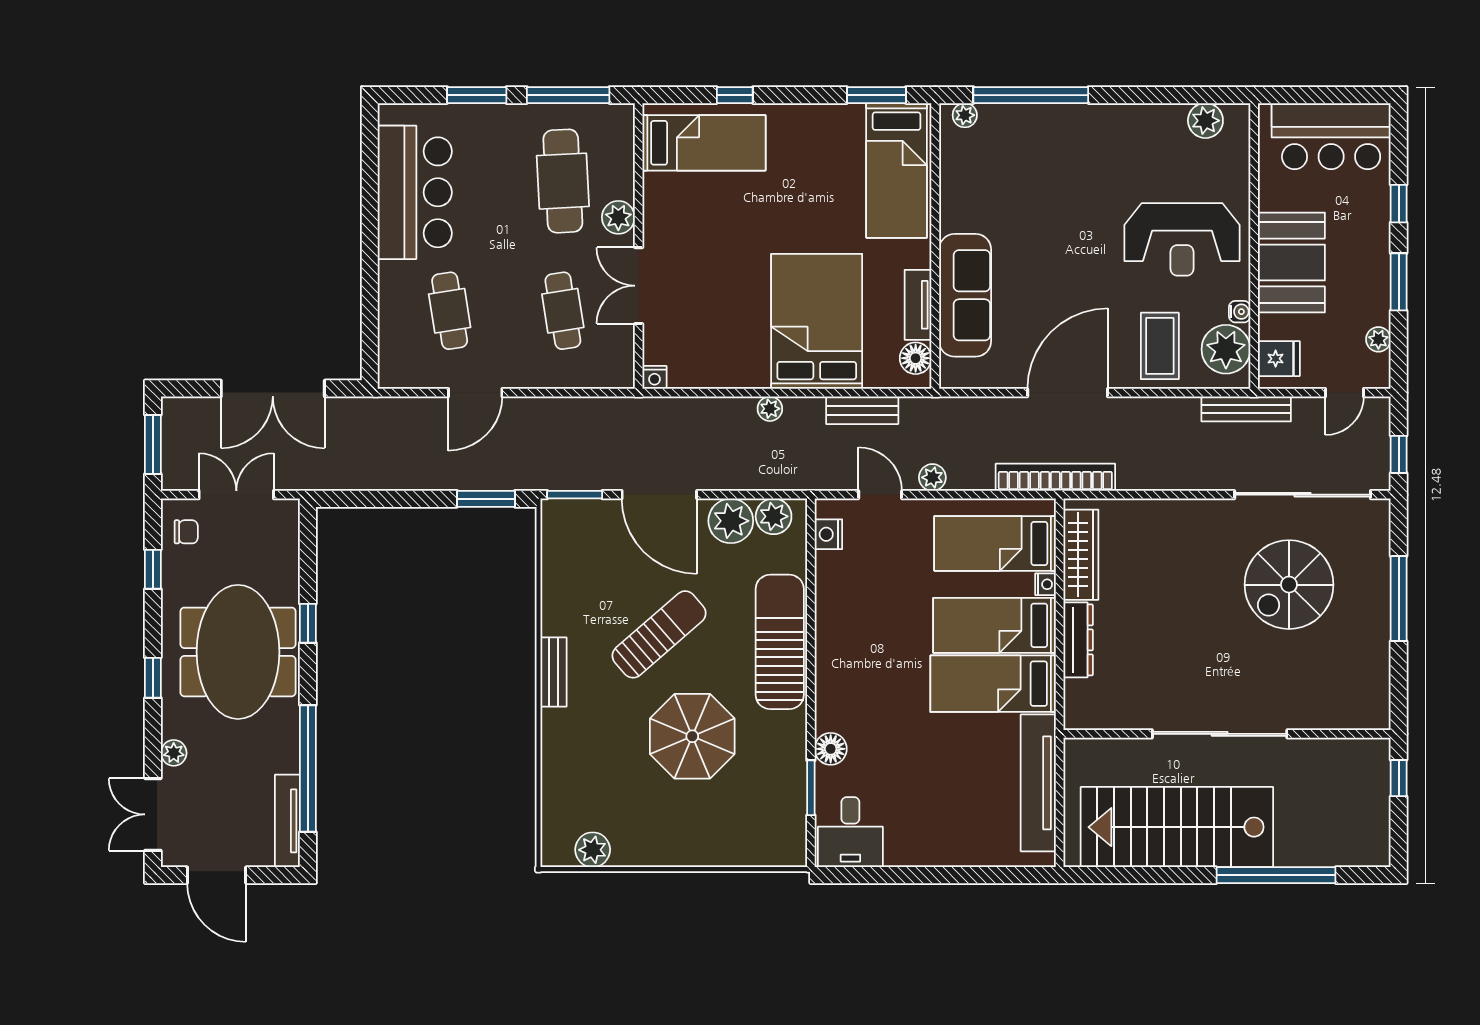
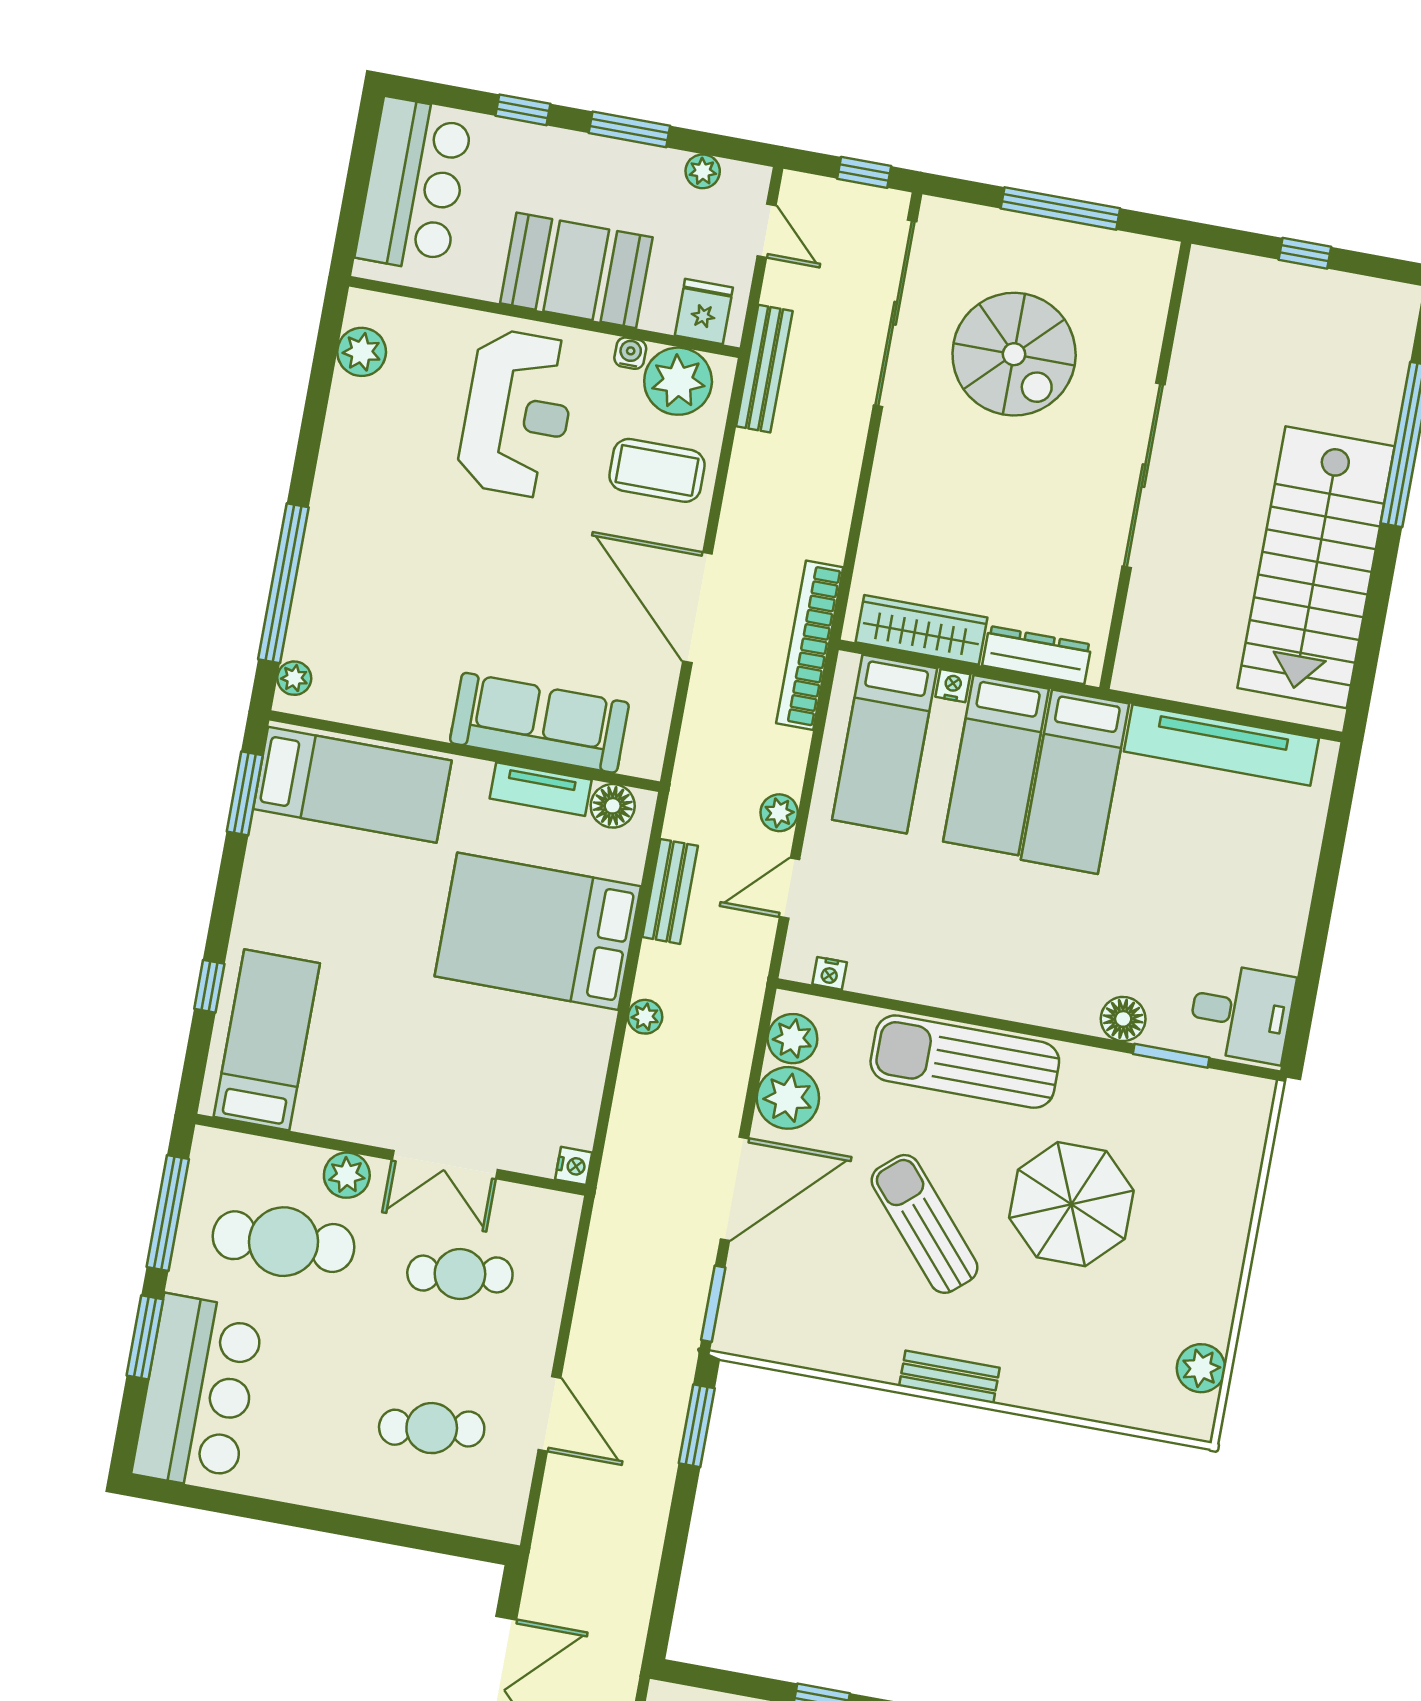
bar counter: (415, 192) -> (198, 1393), moved, turned 90
nightstand: (828, 534) -> (830, 973), width x0.72, depth x0.74
sliding door: (1220, 734) -> (1143, 476), moved
wall: (1227, 734) -> (1145, 465), moved

